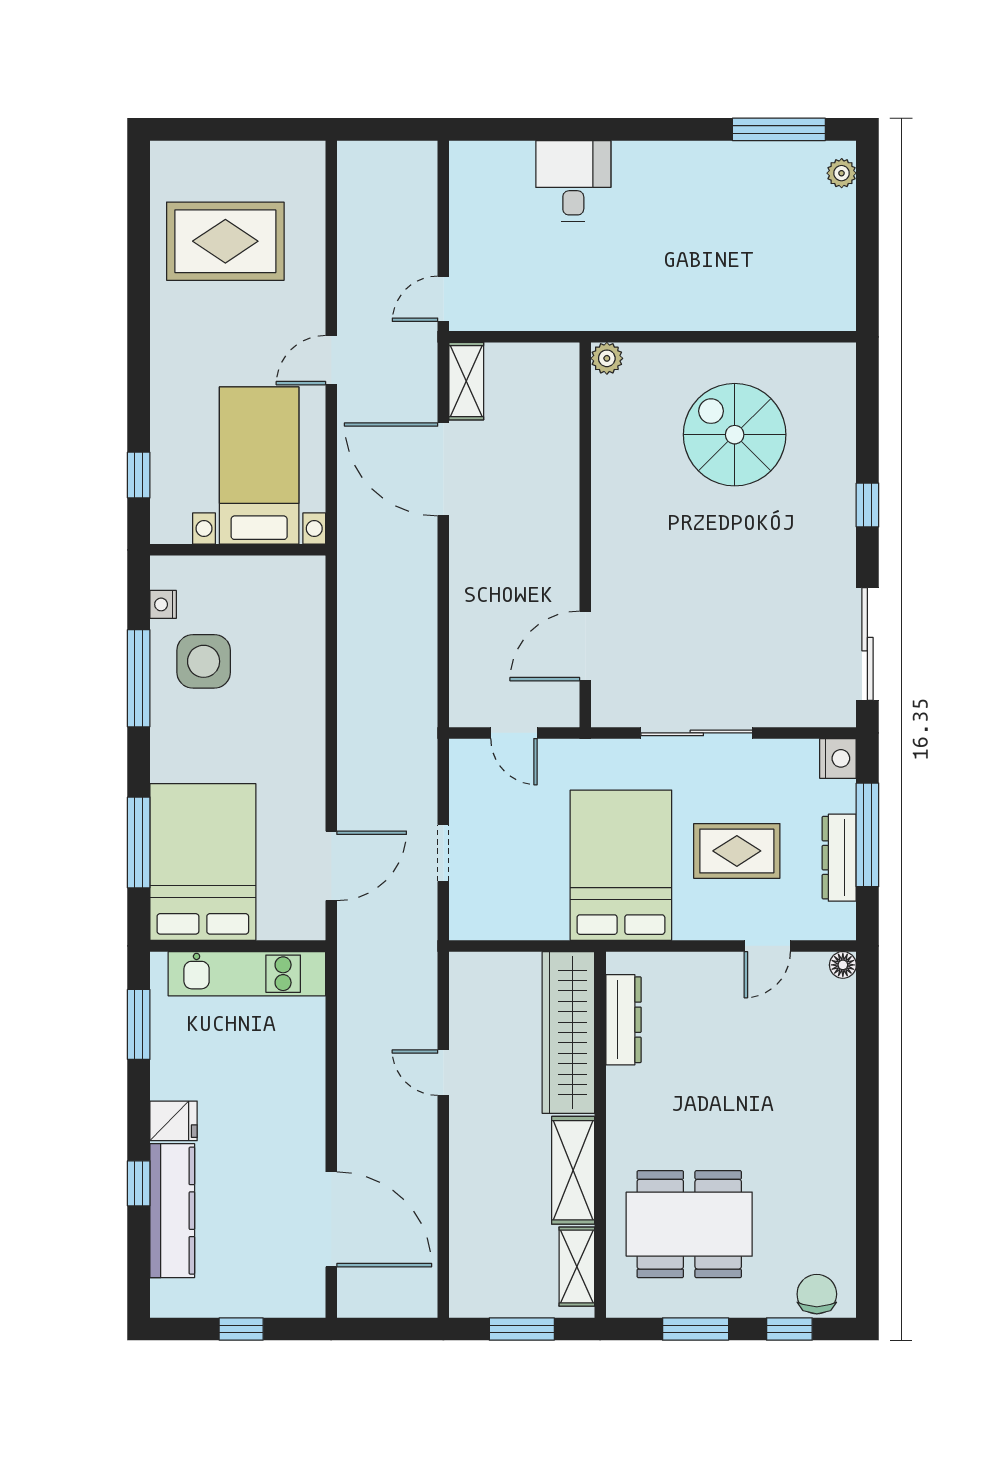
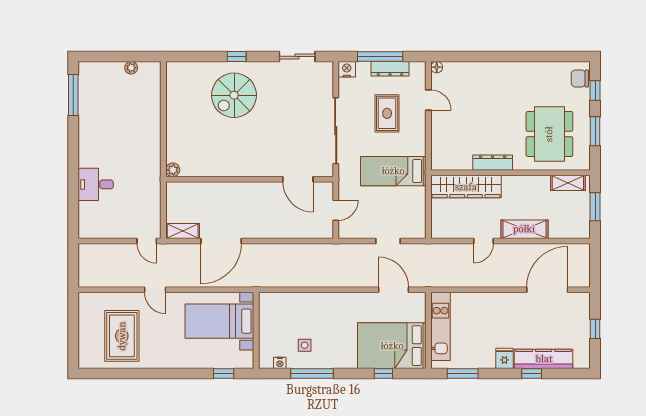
plant: (842, 173) -> (131, 68), moved
door: (331, 360) -> (155, 290), moved
spiral stairs: (735, 435) -> (234, 95), moved
sliding door: (867, 644) -> (297, 56), width x0.73
side table: (204, 661) -> (305, 345), width x0.54, depth x0.54
sliding door: (697, 733) -> (336, 131), width x1.36
window: (139, 842) -> (383, 373), width x0.46
bed: (621, 865) -> (393, 171), width x0.67
dresser: (624, 1020) -> (493, 163), moved
shelving: (573, 1170) -> (524, 229), moved

